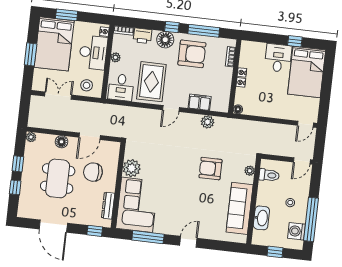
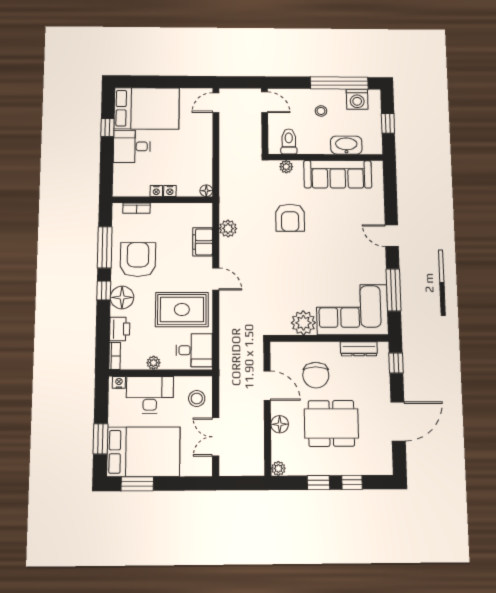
window: (31, 54) -> (137, 484), moved
door: (305, 124) -> (216, 103), swing flipped

